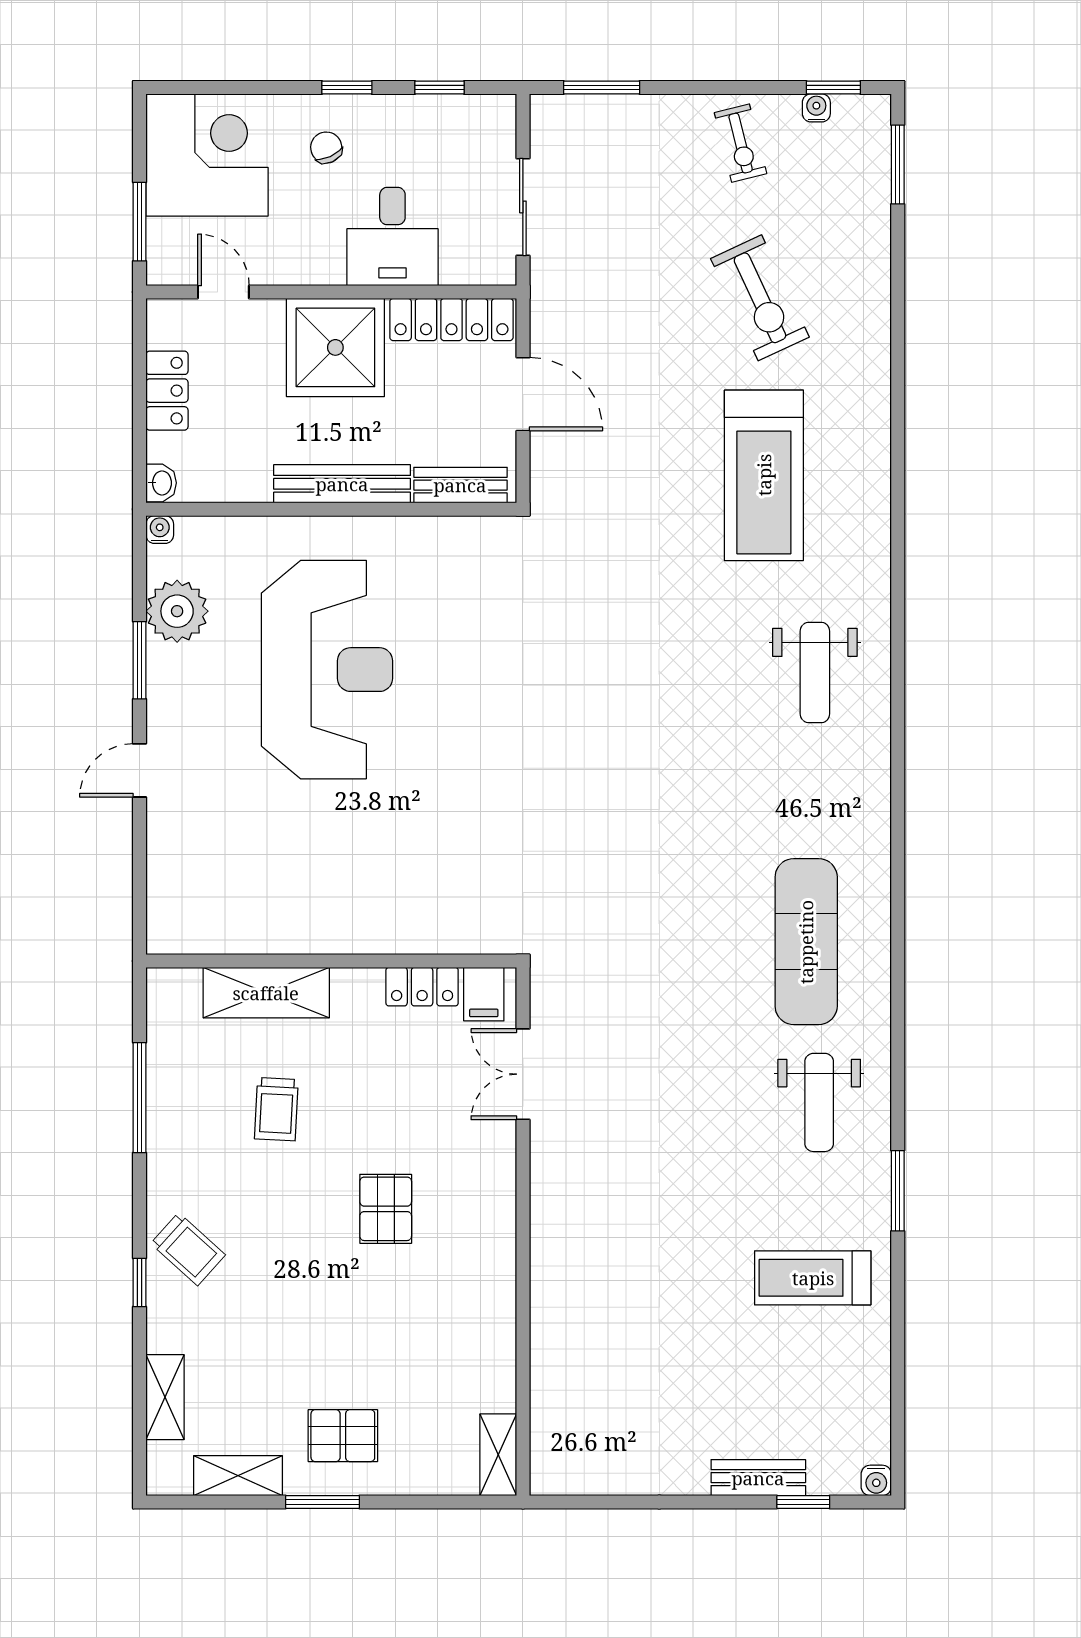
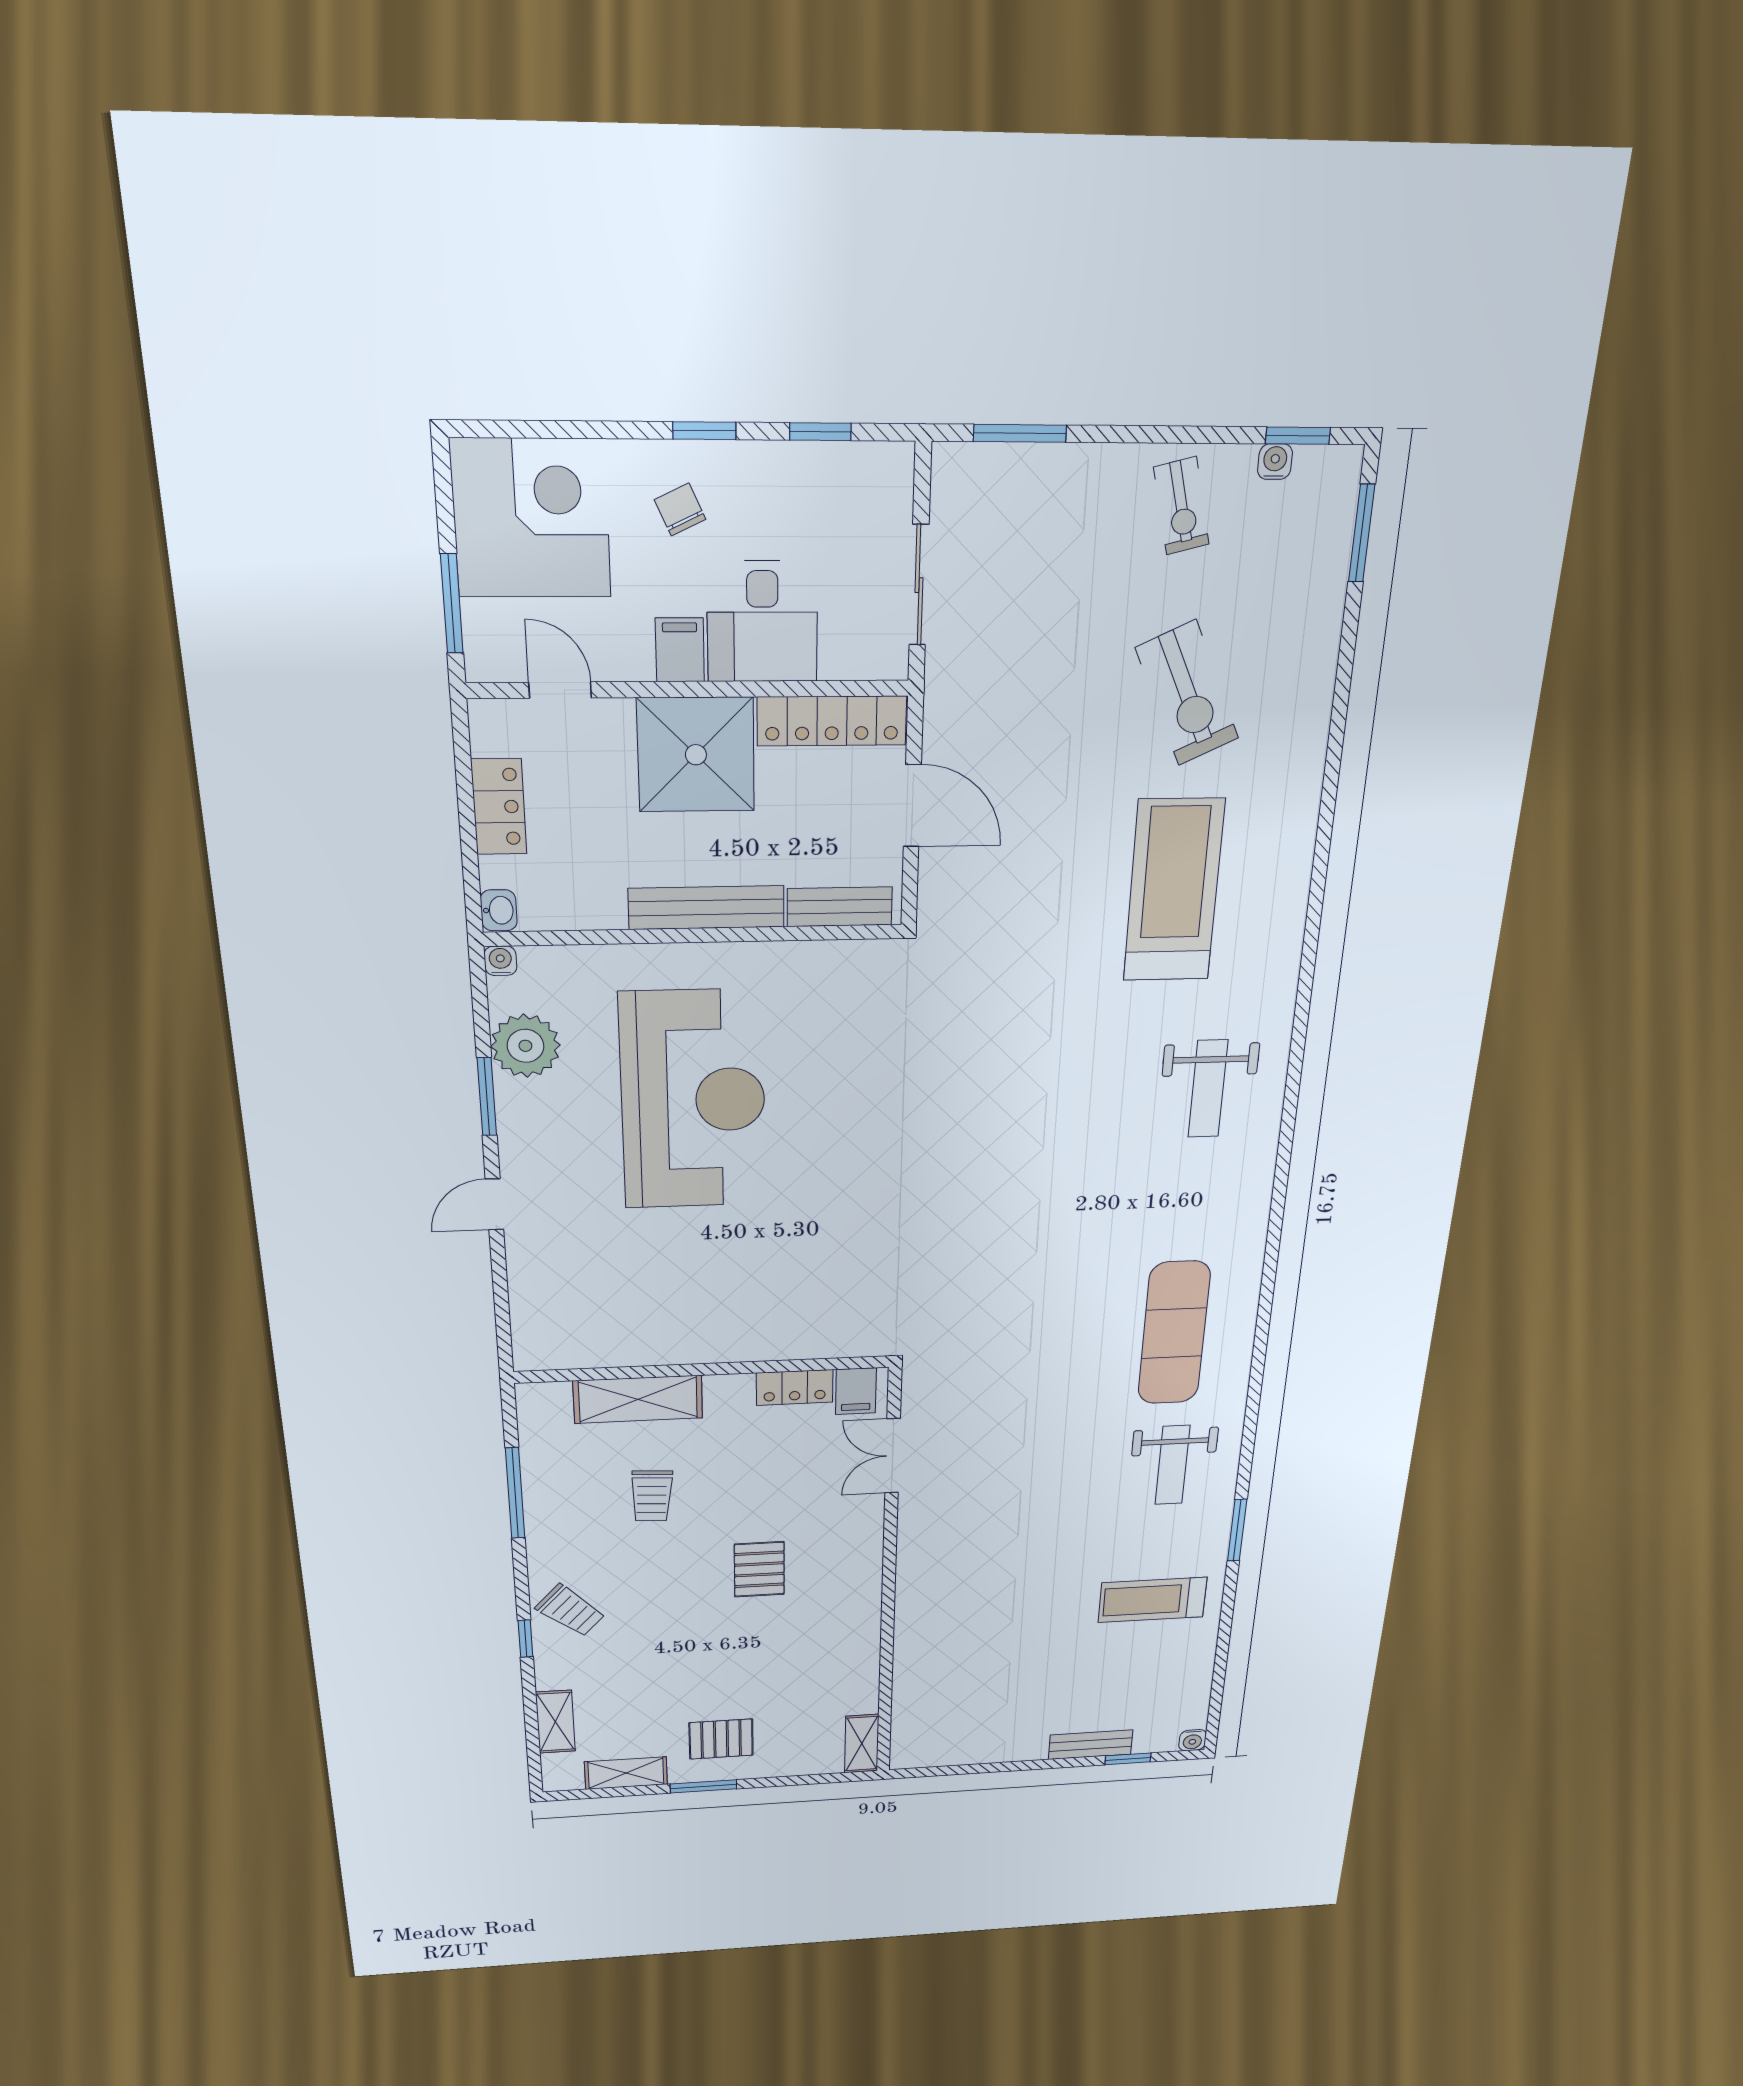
filing cabinet: (324, 259) -> (680, 650), added
treadmill: (764, 475) -> (1174, 891), turned 180

